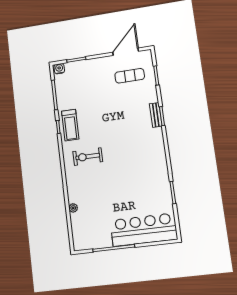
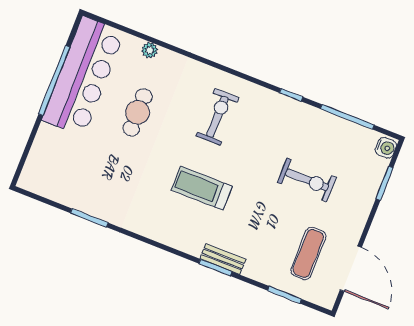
exercise bike: (95, 97) -> (307, 180), added
treadmill: (70, 125) -> (202, 188), moved
cafe table: (107, 197) -> (138, 112), added
bar counter: (144, 230) -> (83, 76), moved

